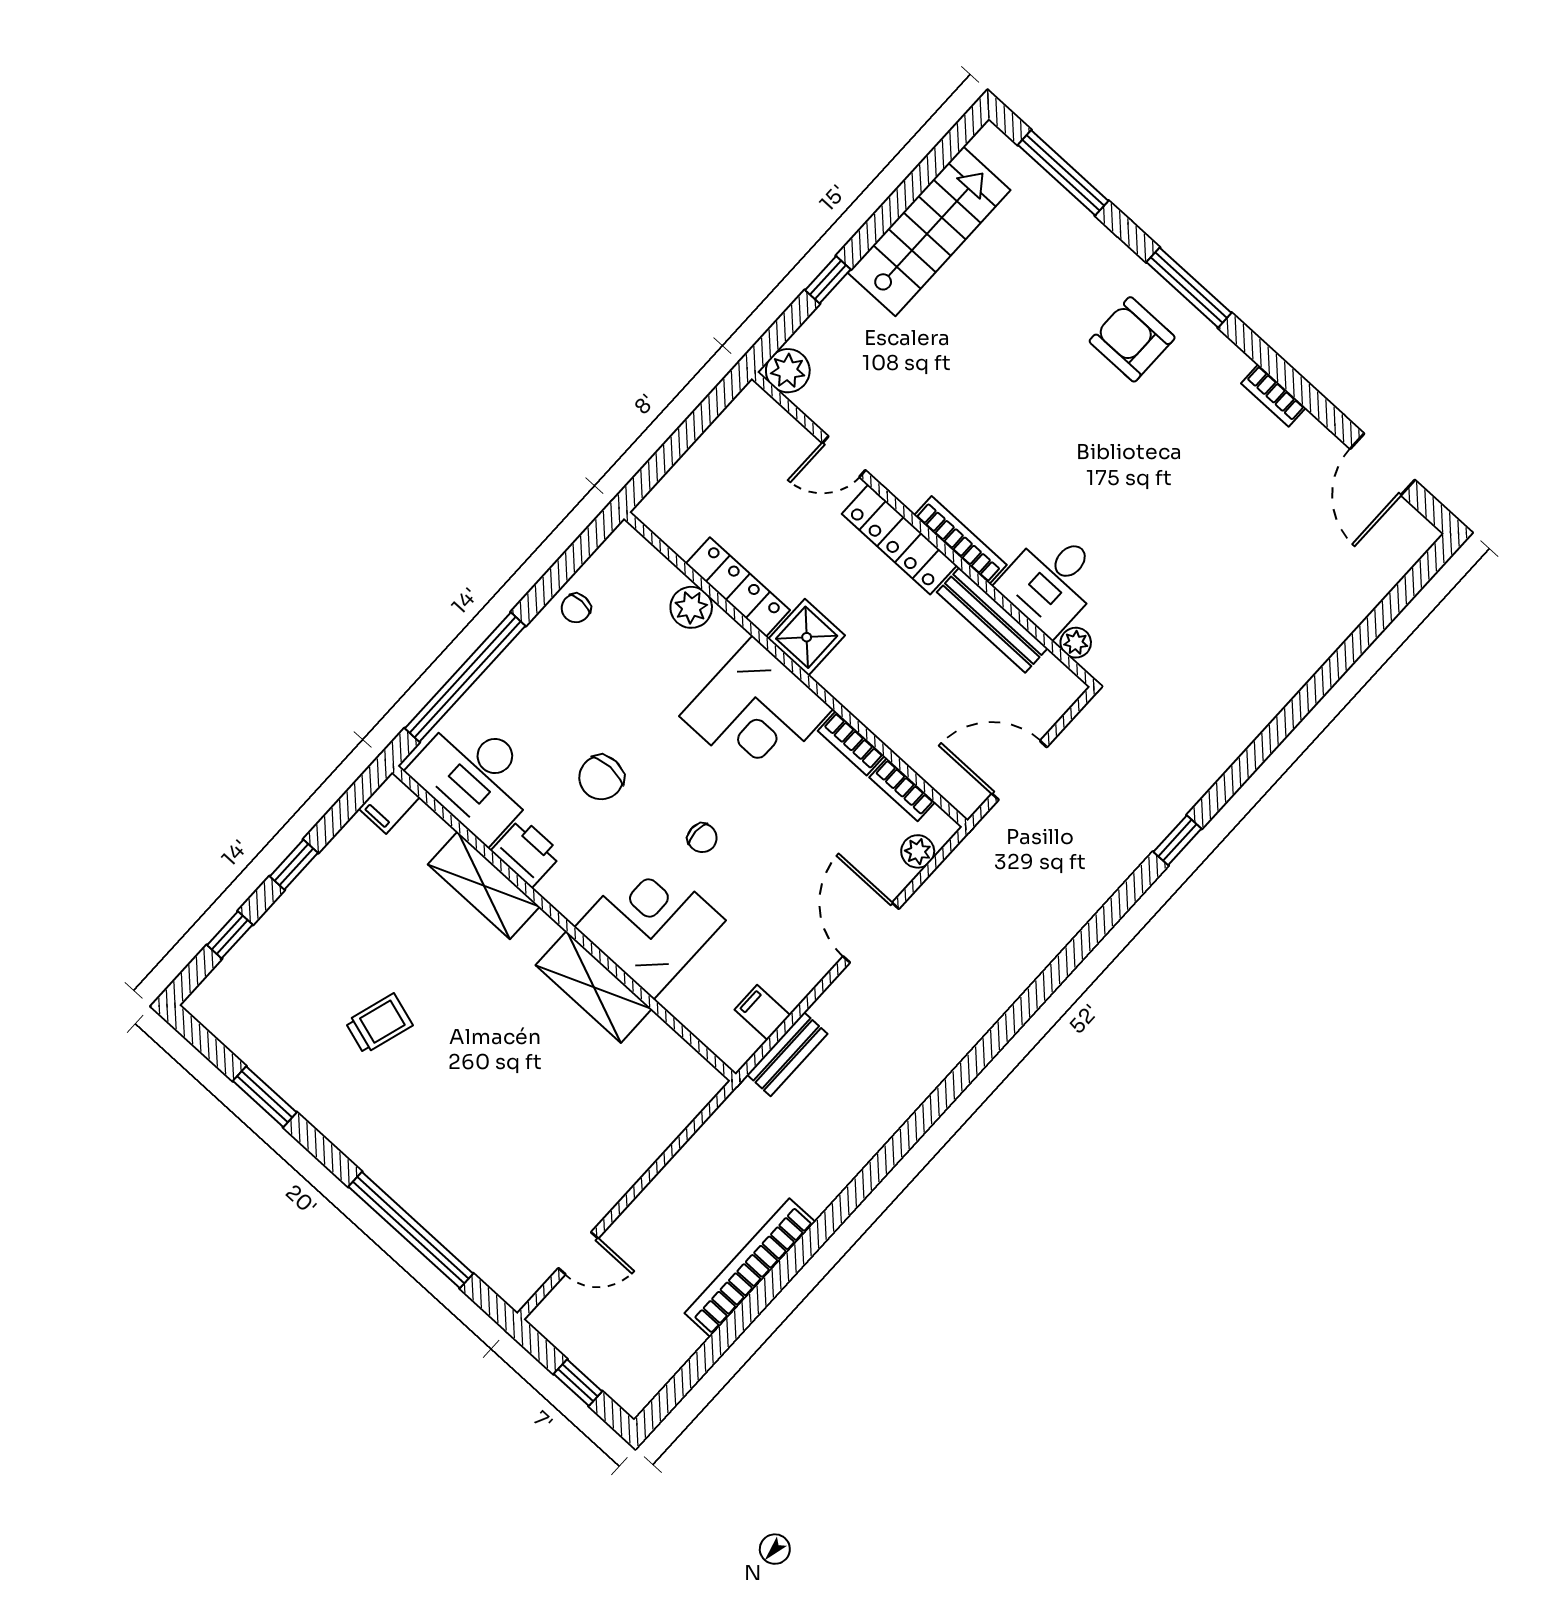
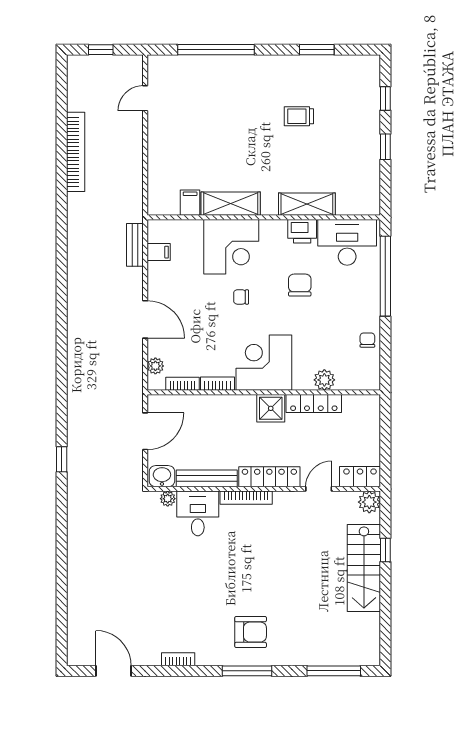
stairs: (929, 231) -> (364, 568), moved
locker: (768, 420) -> (360, 477), added
washbasin: (1054, 683) -> (162, 476), added
filing cabinet: (389, 803) -> (190, 203), moved
trolley: (379, 1024) -> (299, 116), turned 73

